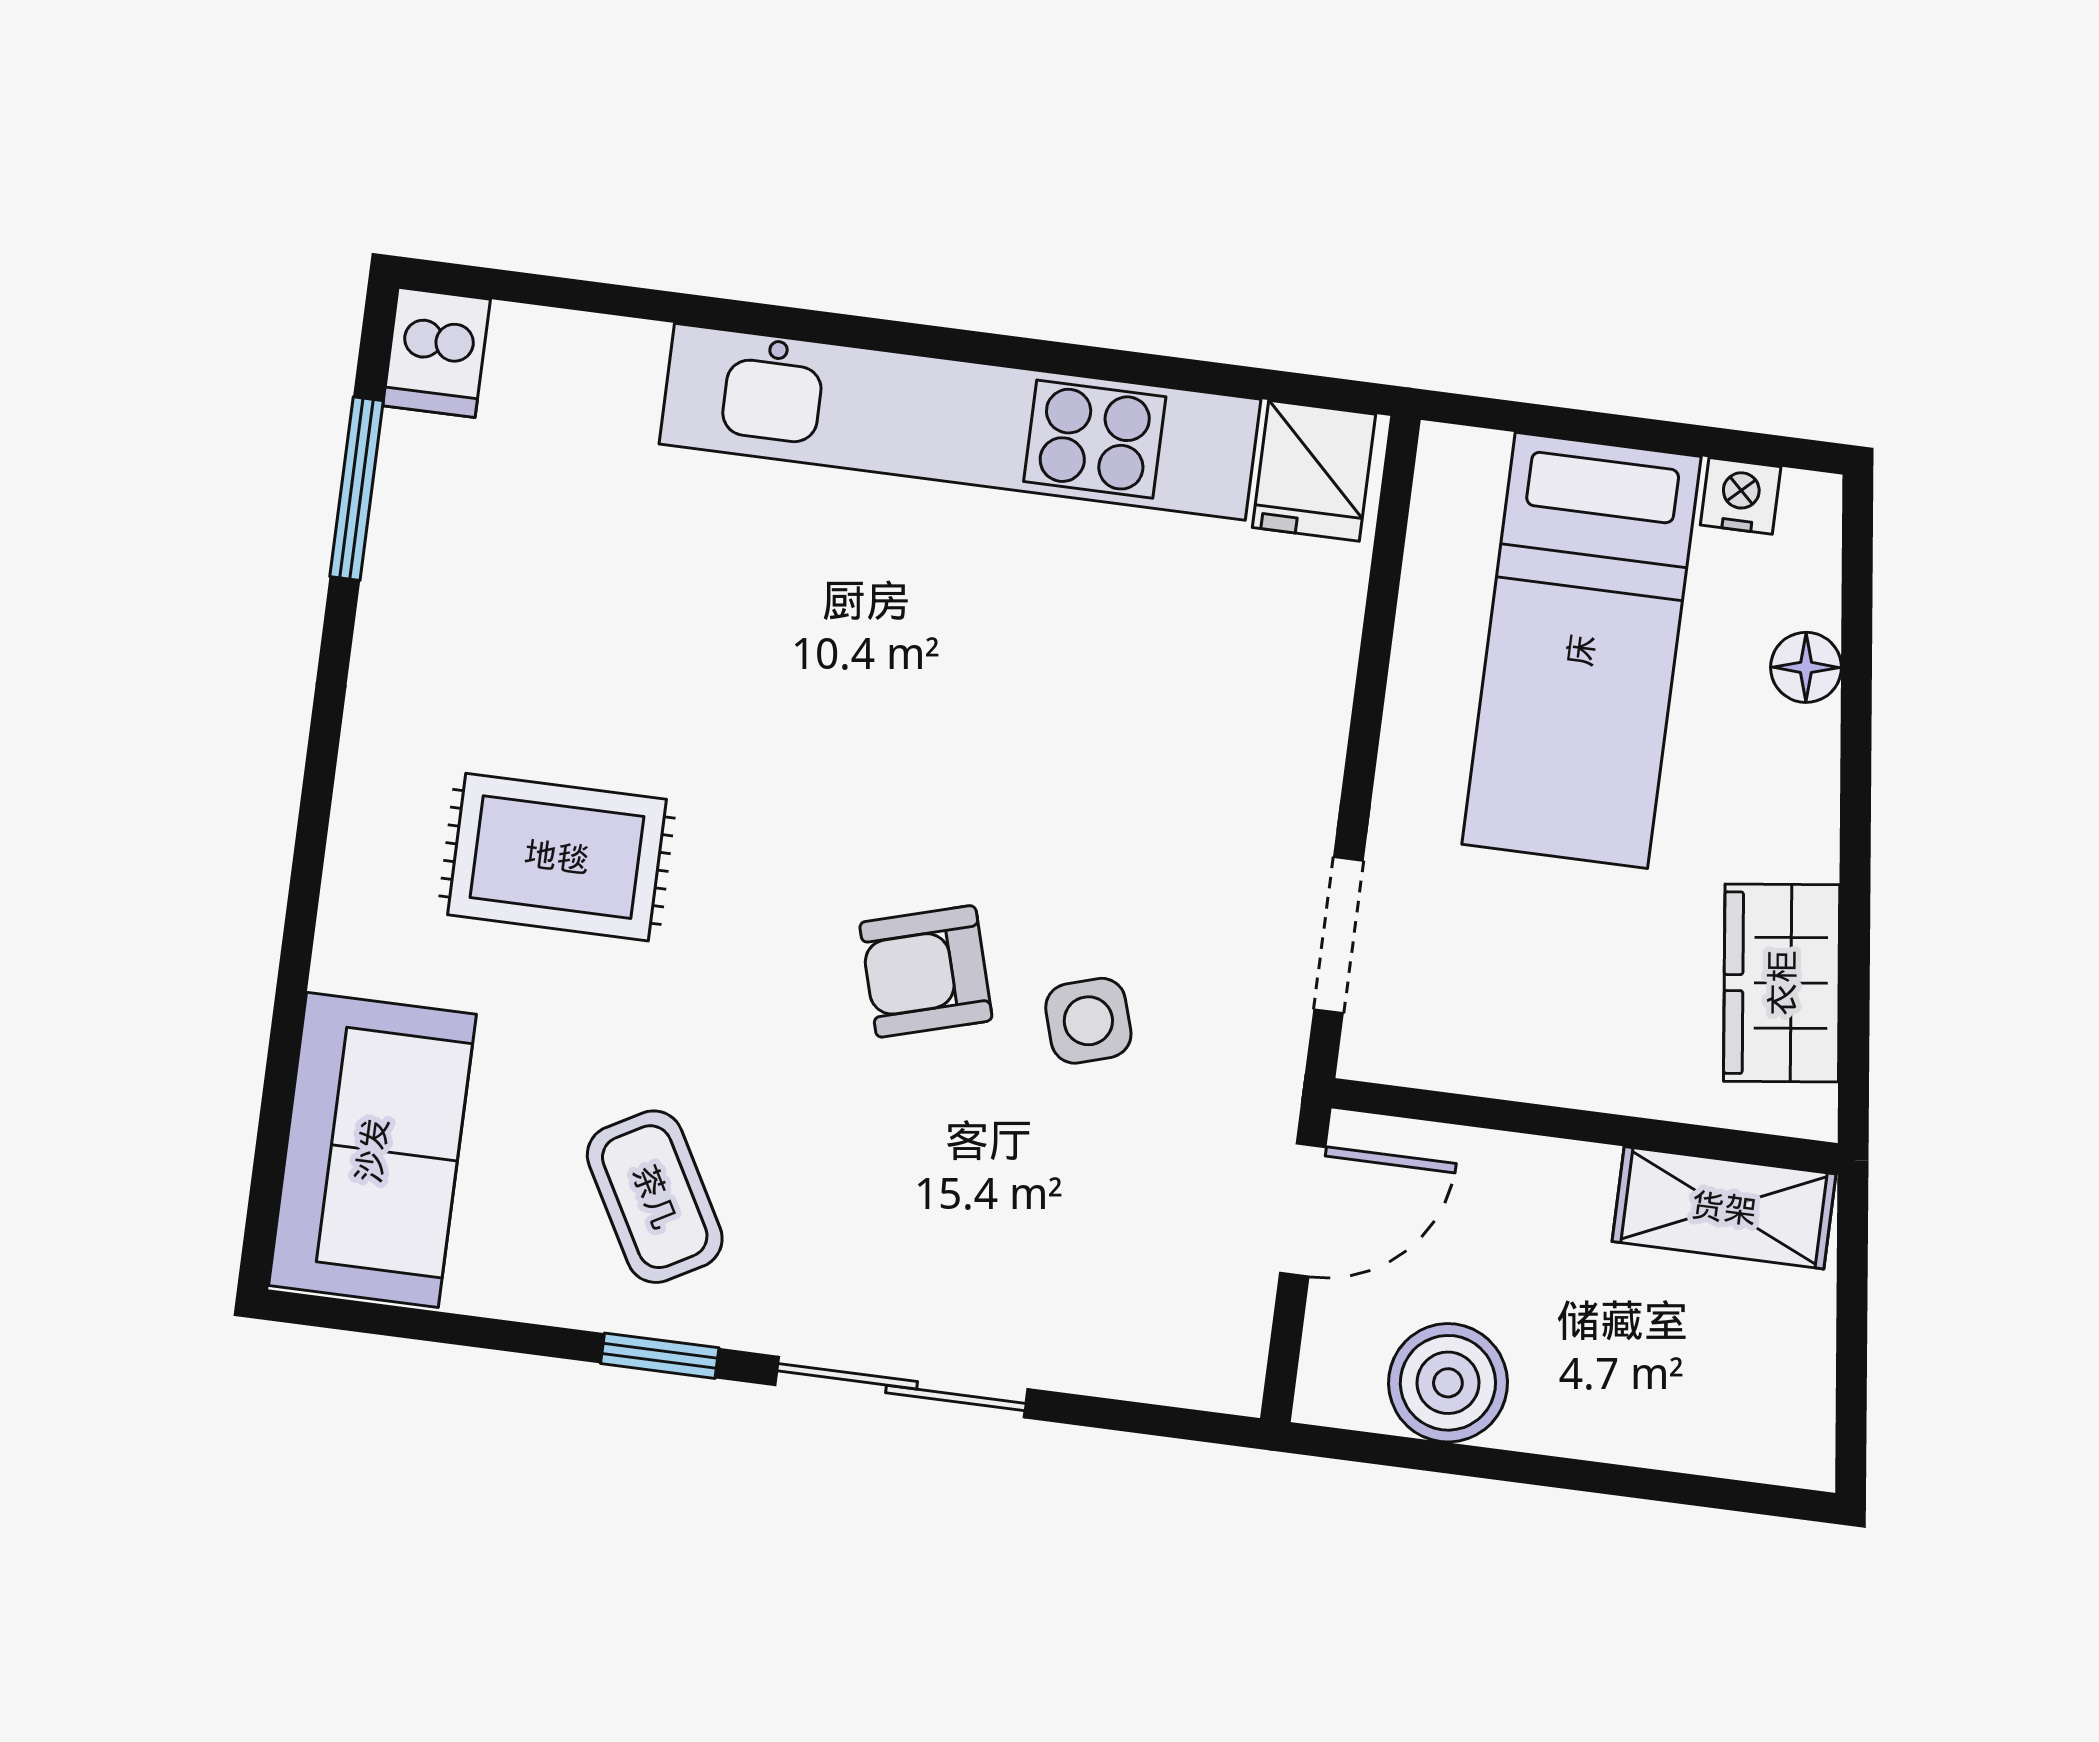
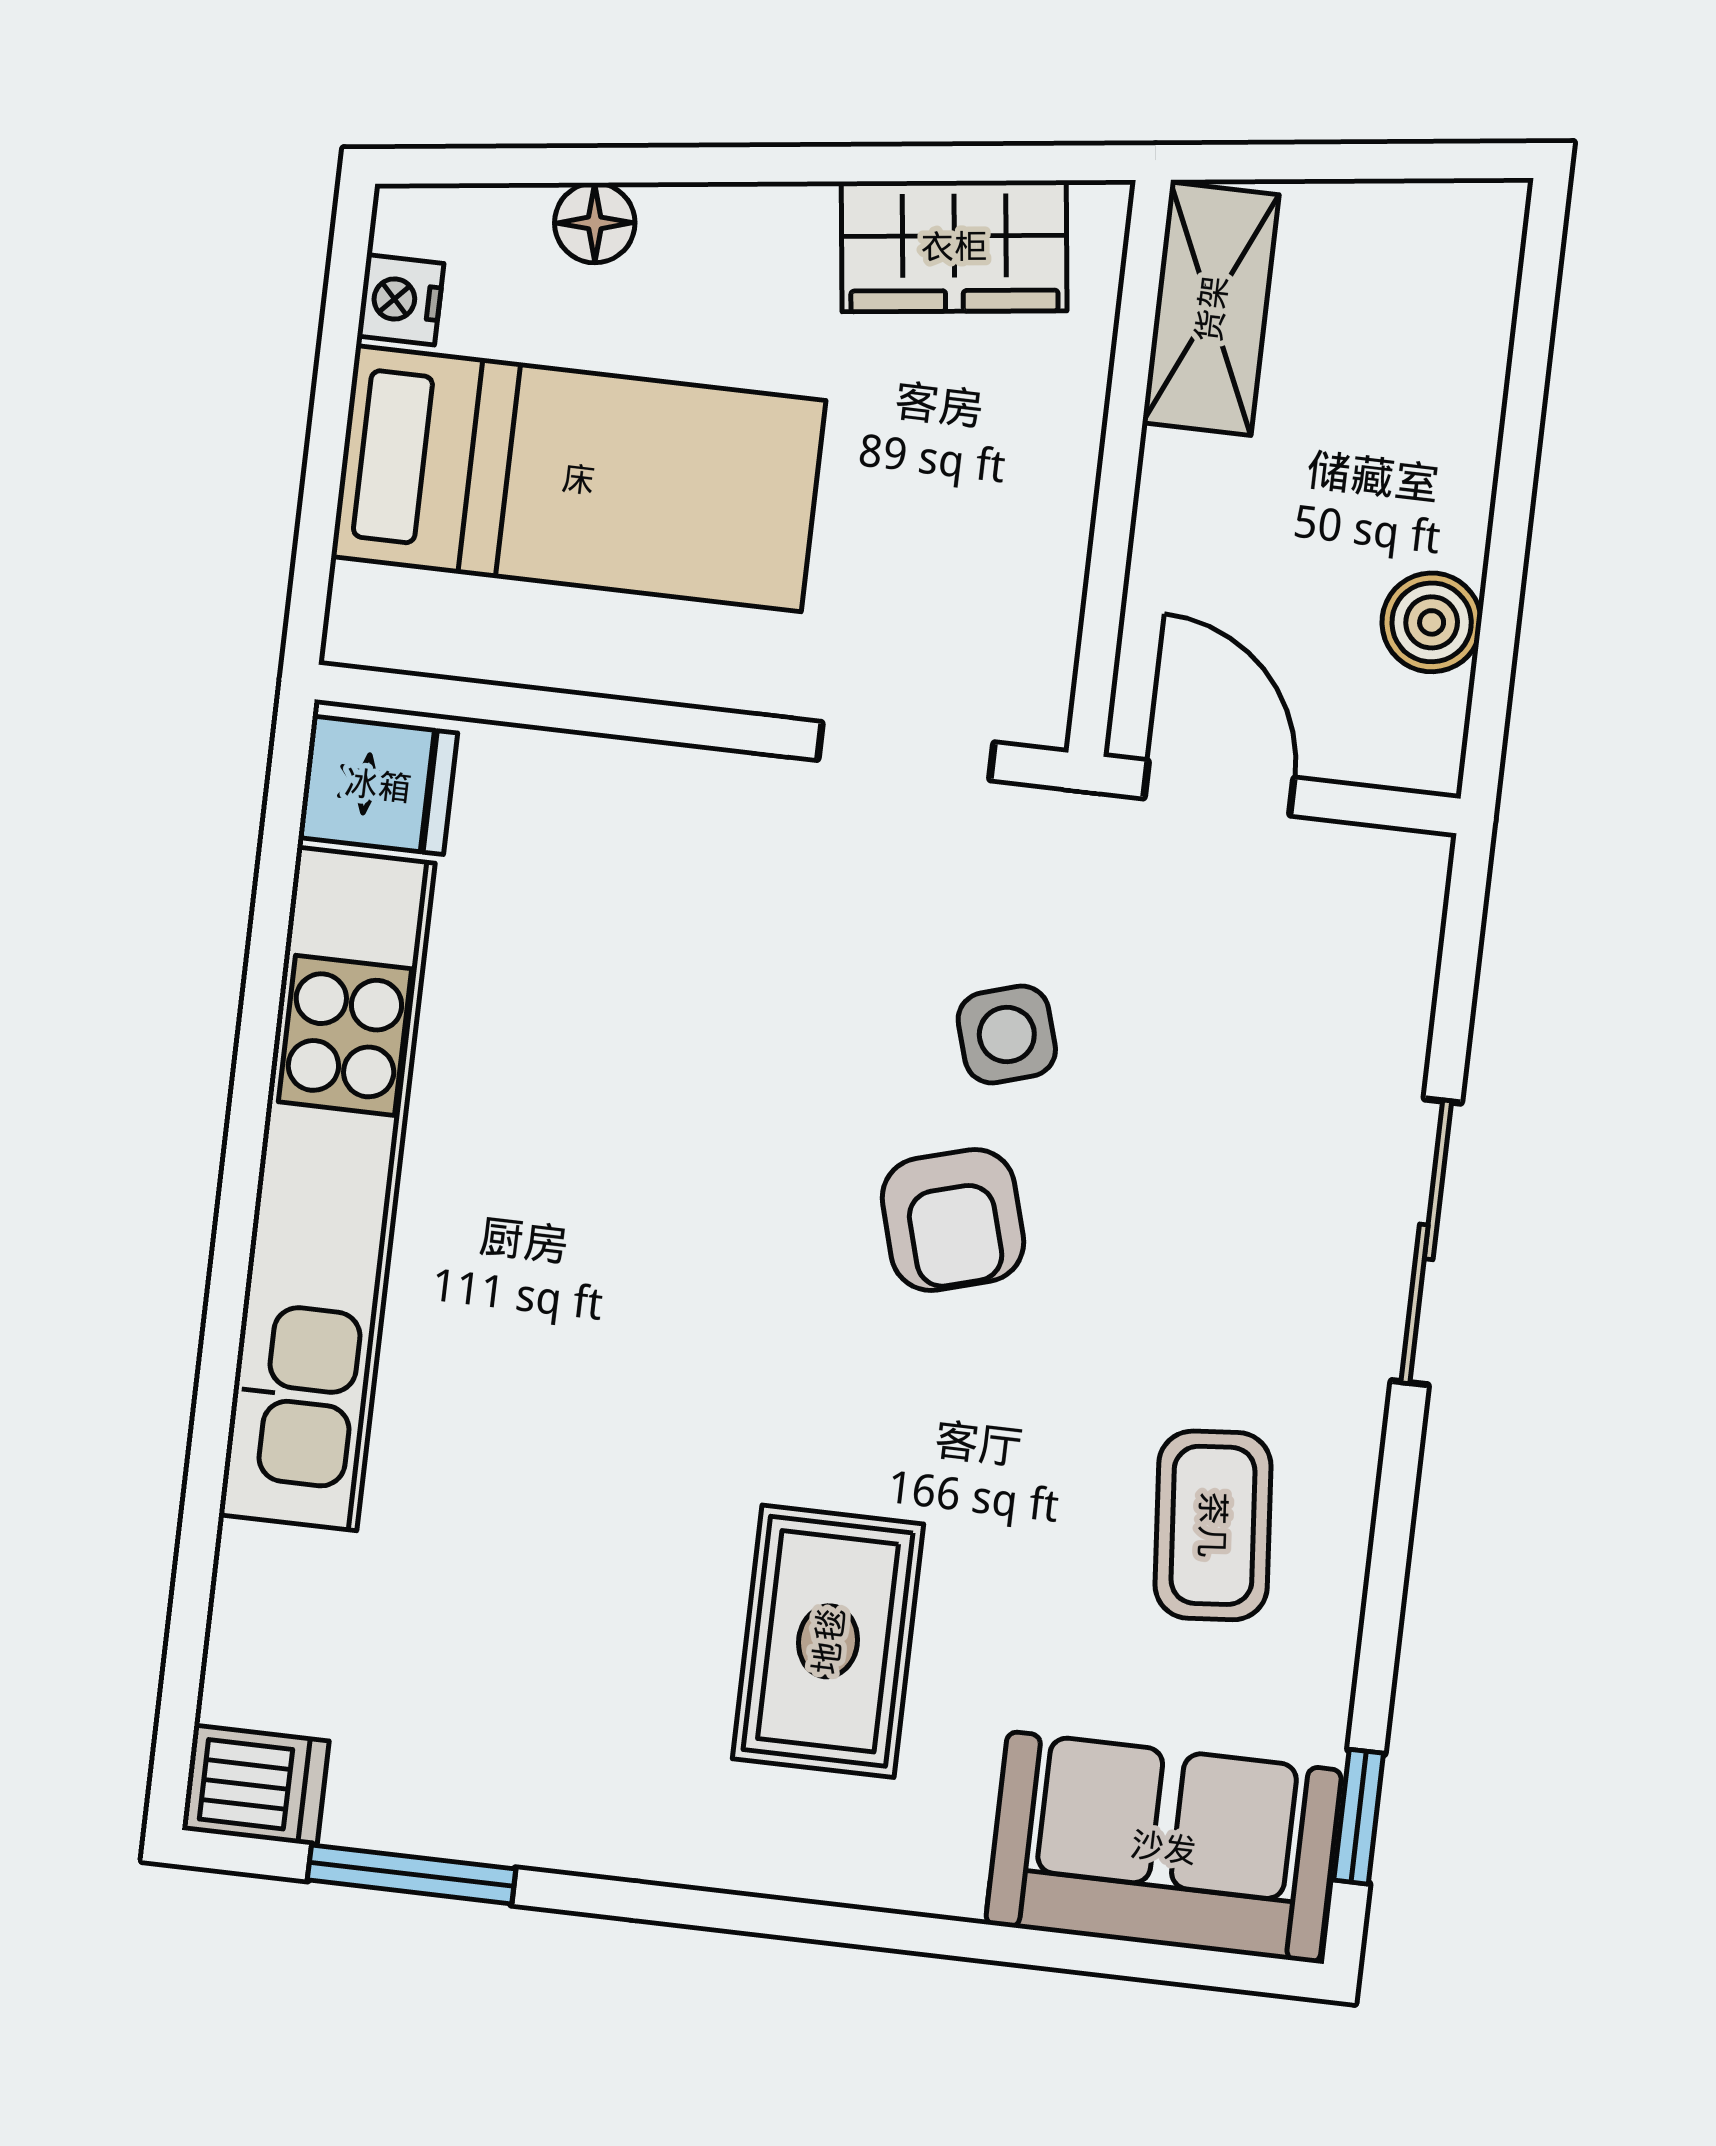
coffee table: (655, 1197) -> (1213, 1525), turned -66
window: (660, 1356) -> (1359, 1817), moved
boiler: (1448, 1383) -> (1432, 622), width x0.73, depth x0.73

